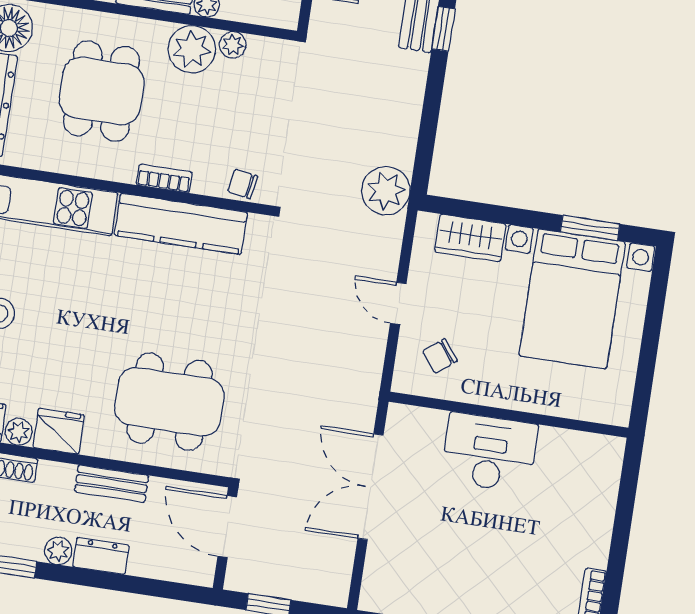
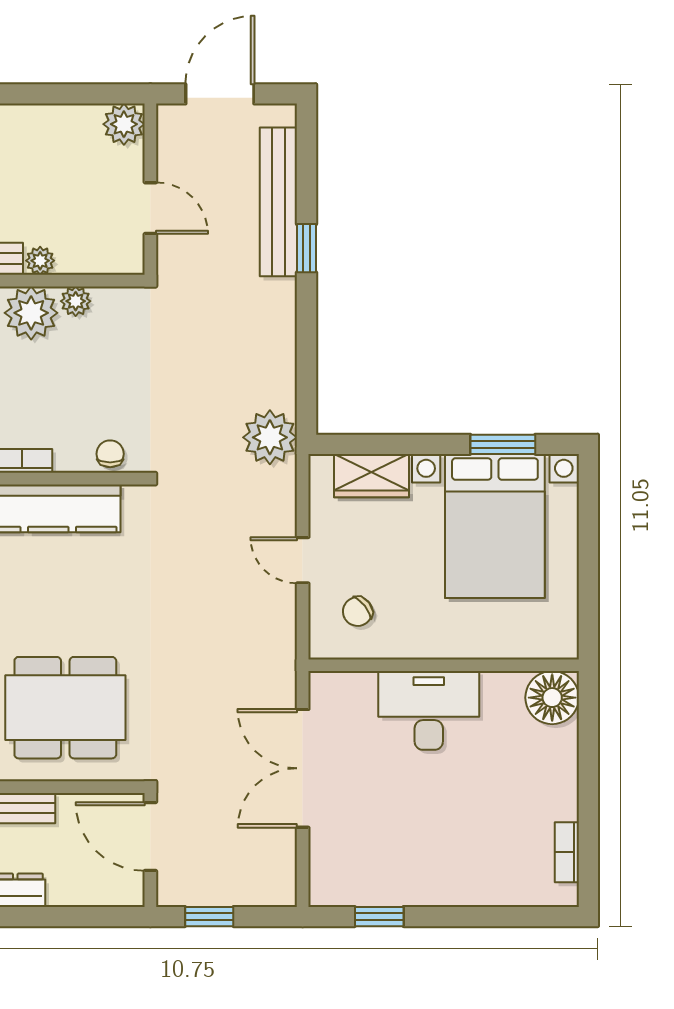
chair: (243, 184) -> (110, 454), turned 80
floor lamp: (600, 458) -> (552, 698), added

